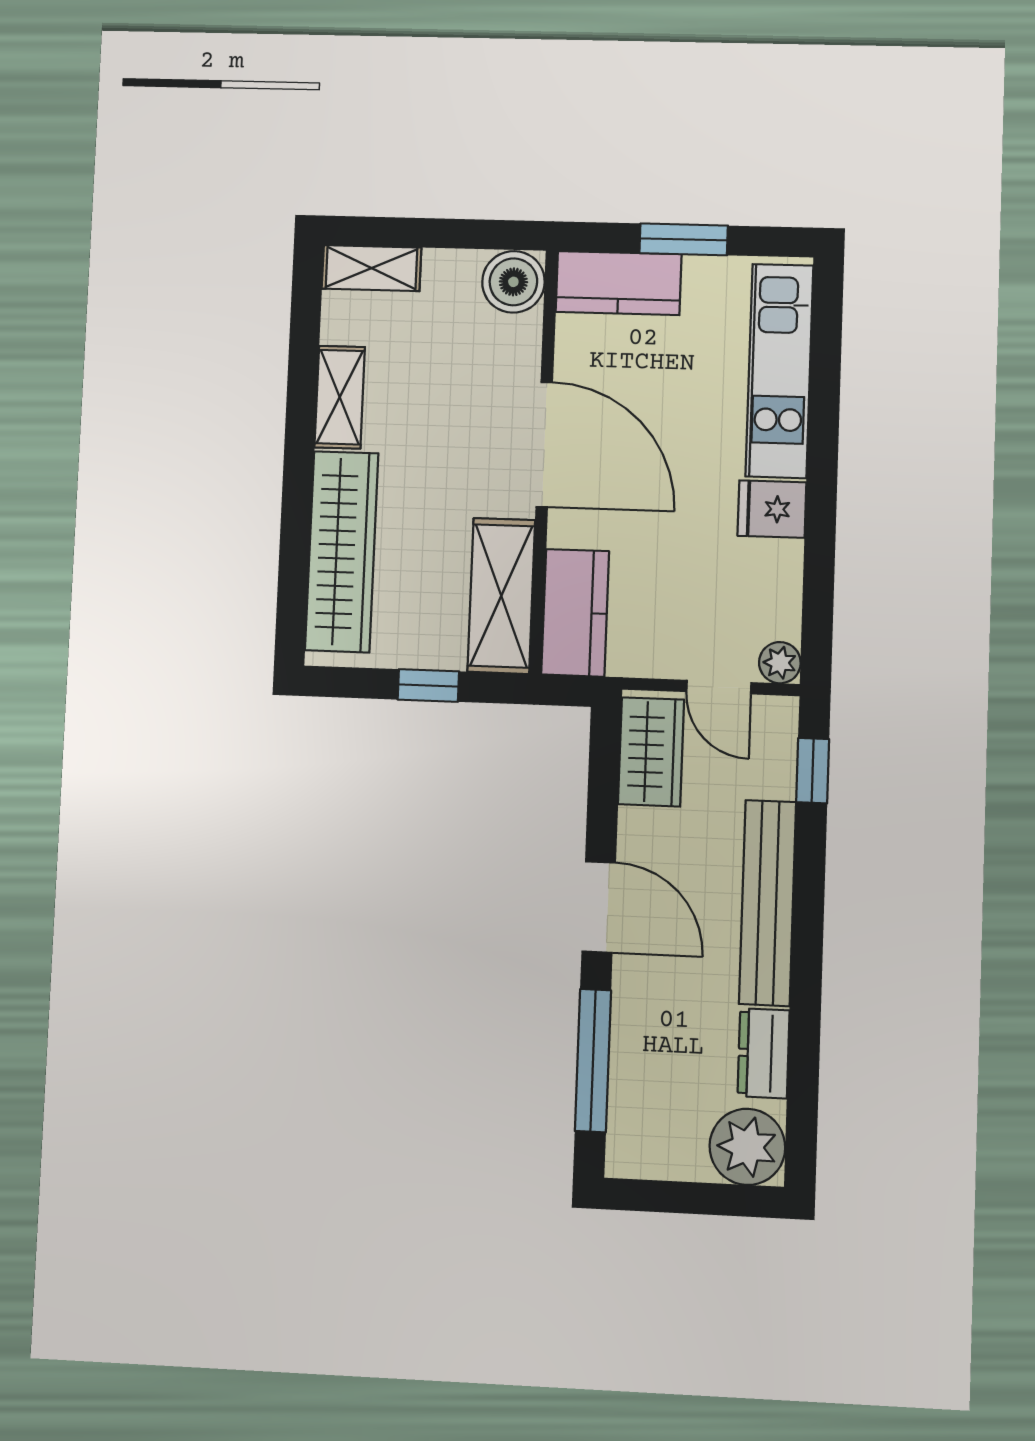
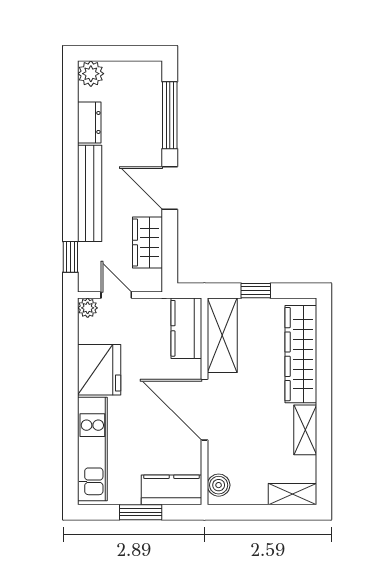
boiler: (513, 282) -> (219, 485), width x0.73, depth x0.73
fridge: (772, 509) -> (99, 370), width x1.88, depth x1.34
wardrobe: (651, 752) -> (148, 243), moved
plant: (747, 1147) -> (91, 74), width x0.73, depth x0.73

